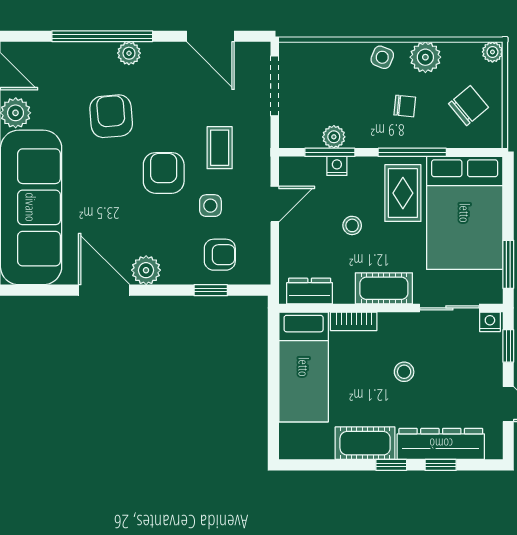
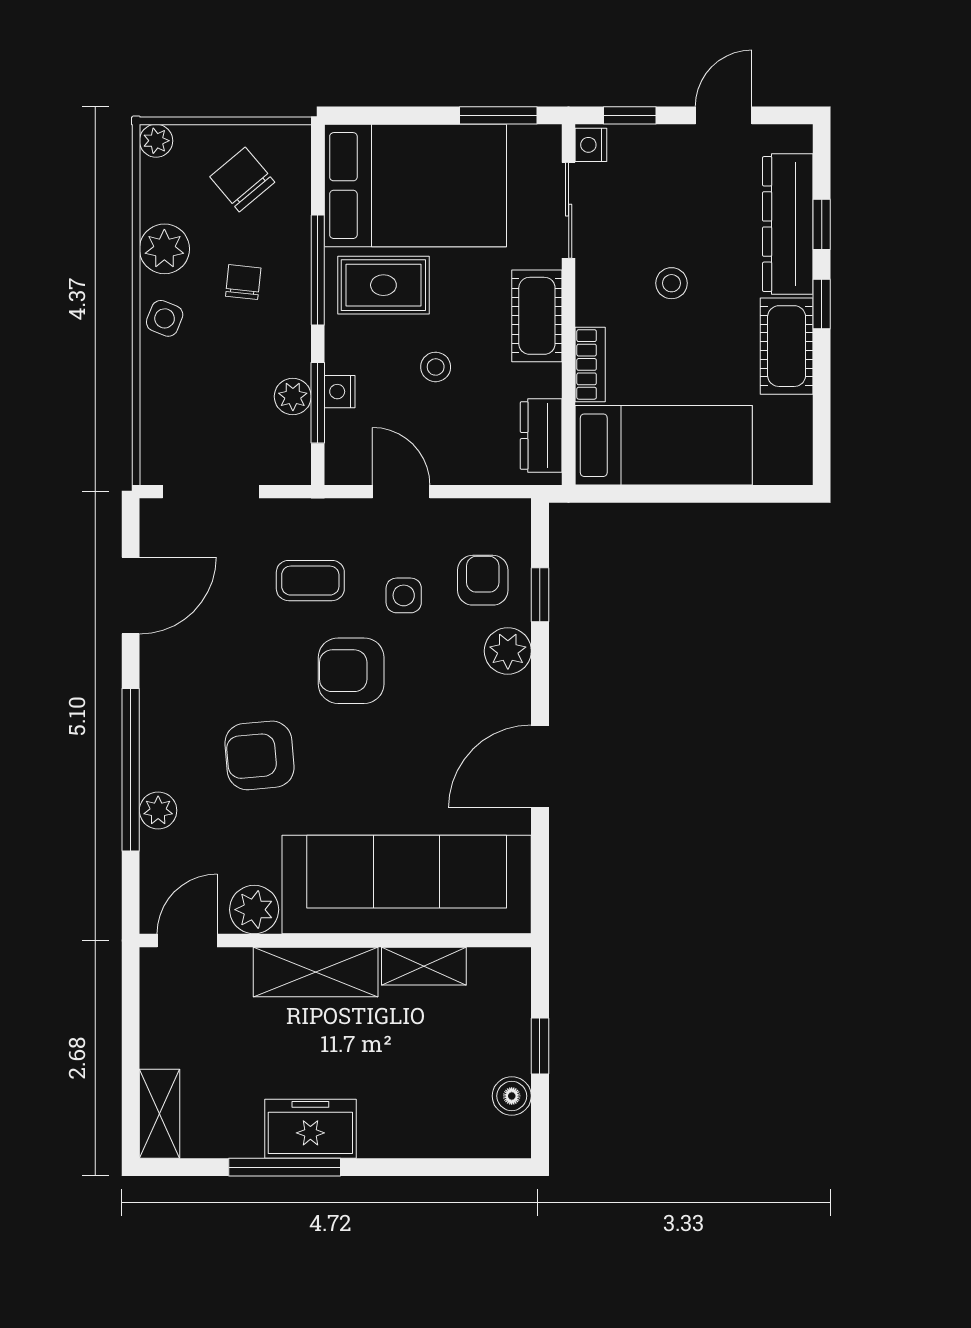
plant: (129, 53) -> (158, 810), moved
plant: (146, 270) -> (508, 651), moved

